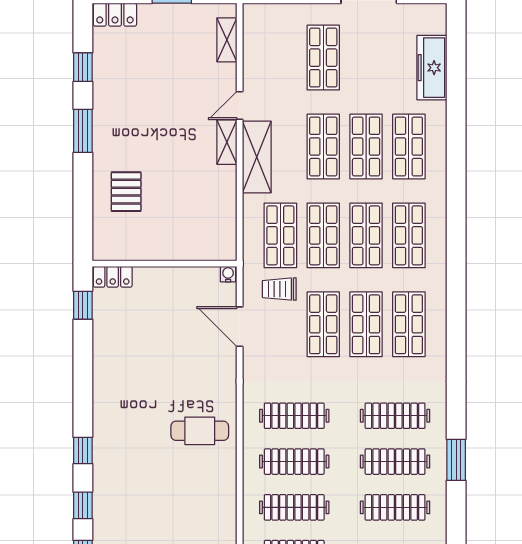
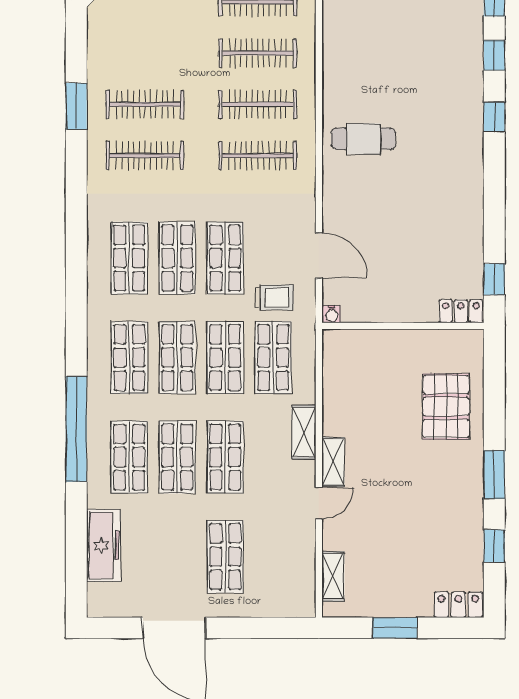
shelving: (257, 157) -> (304, 432), width x0.67, depth x0.75
window: (456, 171) -> (76, 429), added
pallet: (126, 192) -> (446, 407), width x1.50, depth x1.42
clothes rail: (395, 507) -> (145, 53), removed

